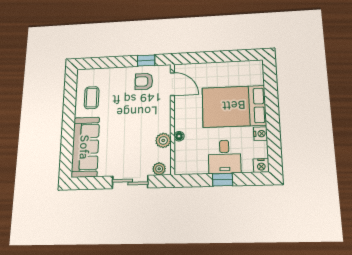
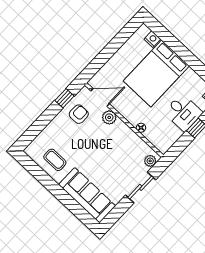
armchair: (144, 81) -> (79, 114), turned 180
nightstand: (261, 134) -> (152, 39), moved
plant: (163, 140) -> (109, 117), moved

